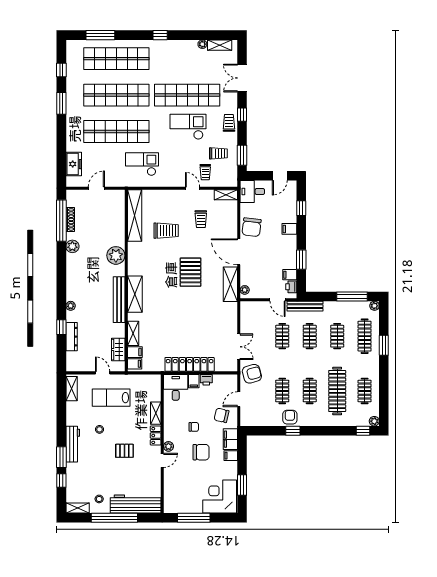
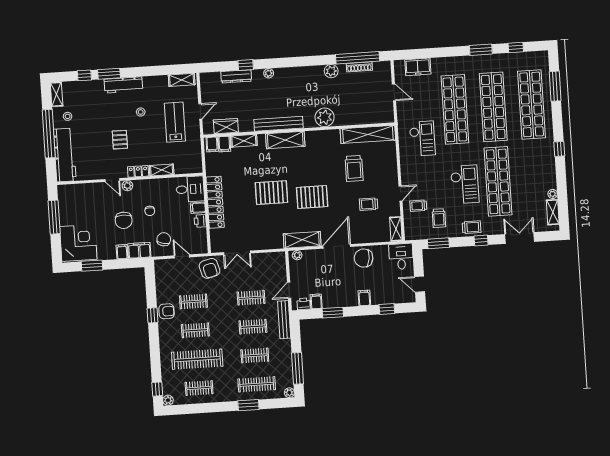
pallet: (184, 310) -> (271, 193), added

